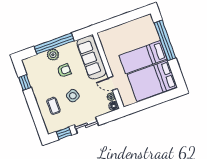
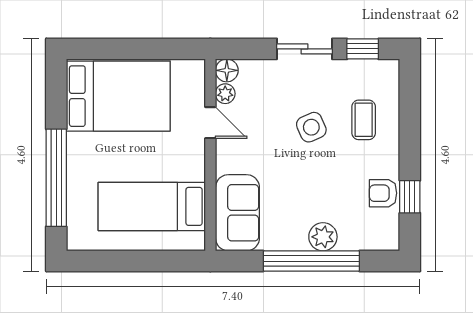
sofa: (91, 57) -> (237, 213), width x0.73
bed: (143, 57) -> (152, 206), moved, turned 180
armchair: (64, 70) -> (383, 193), moved

